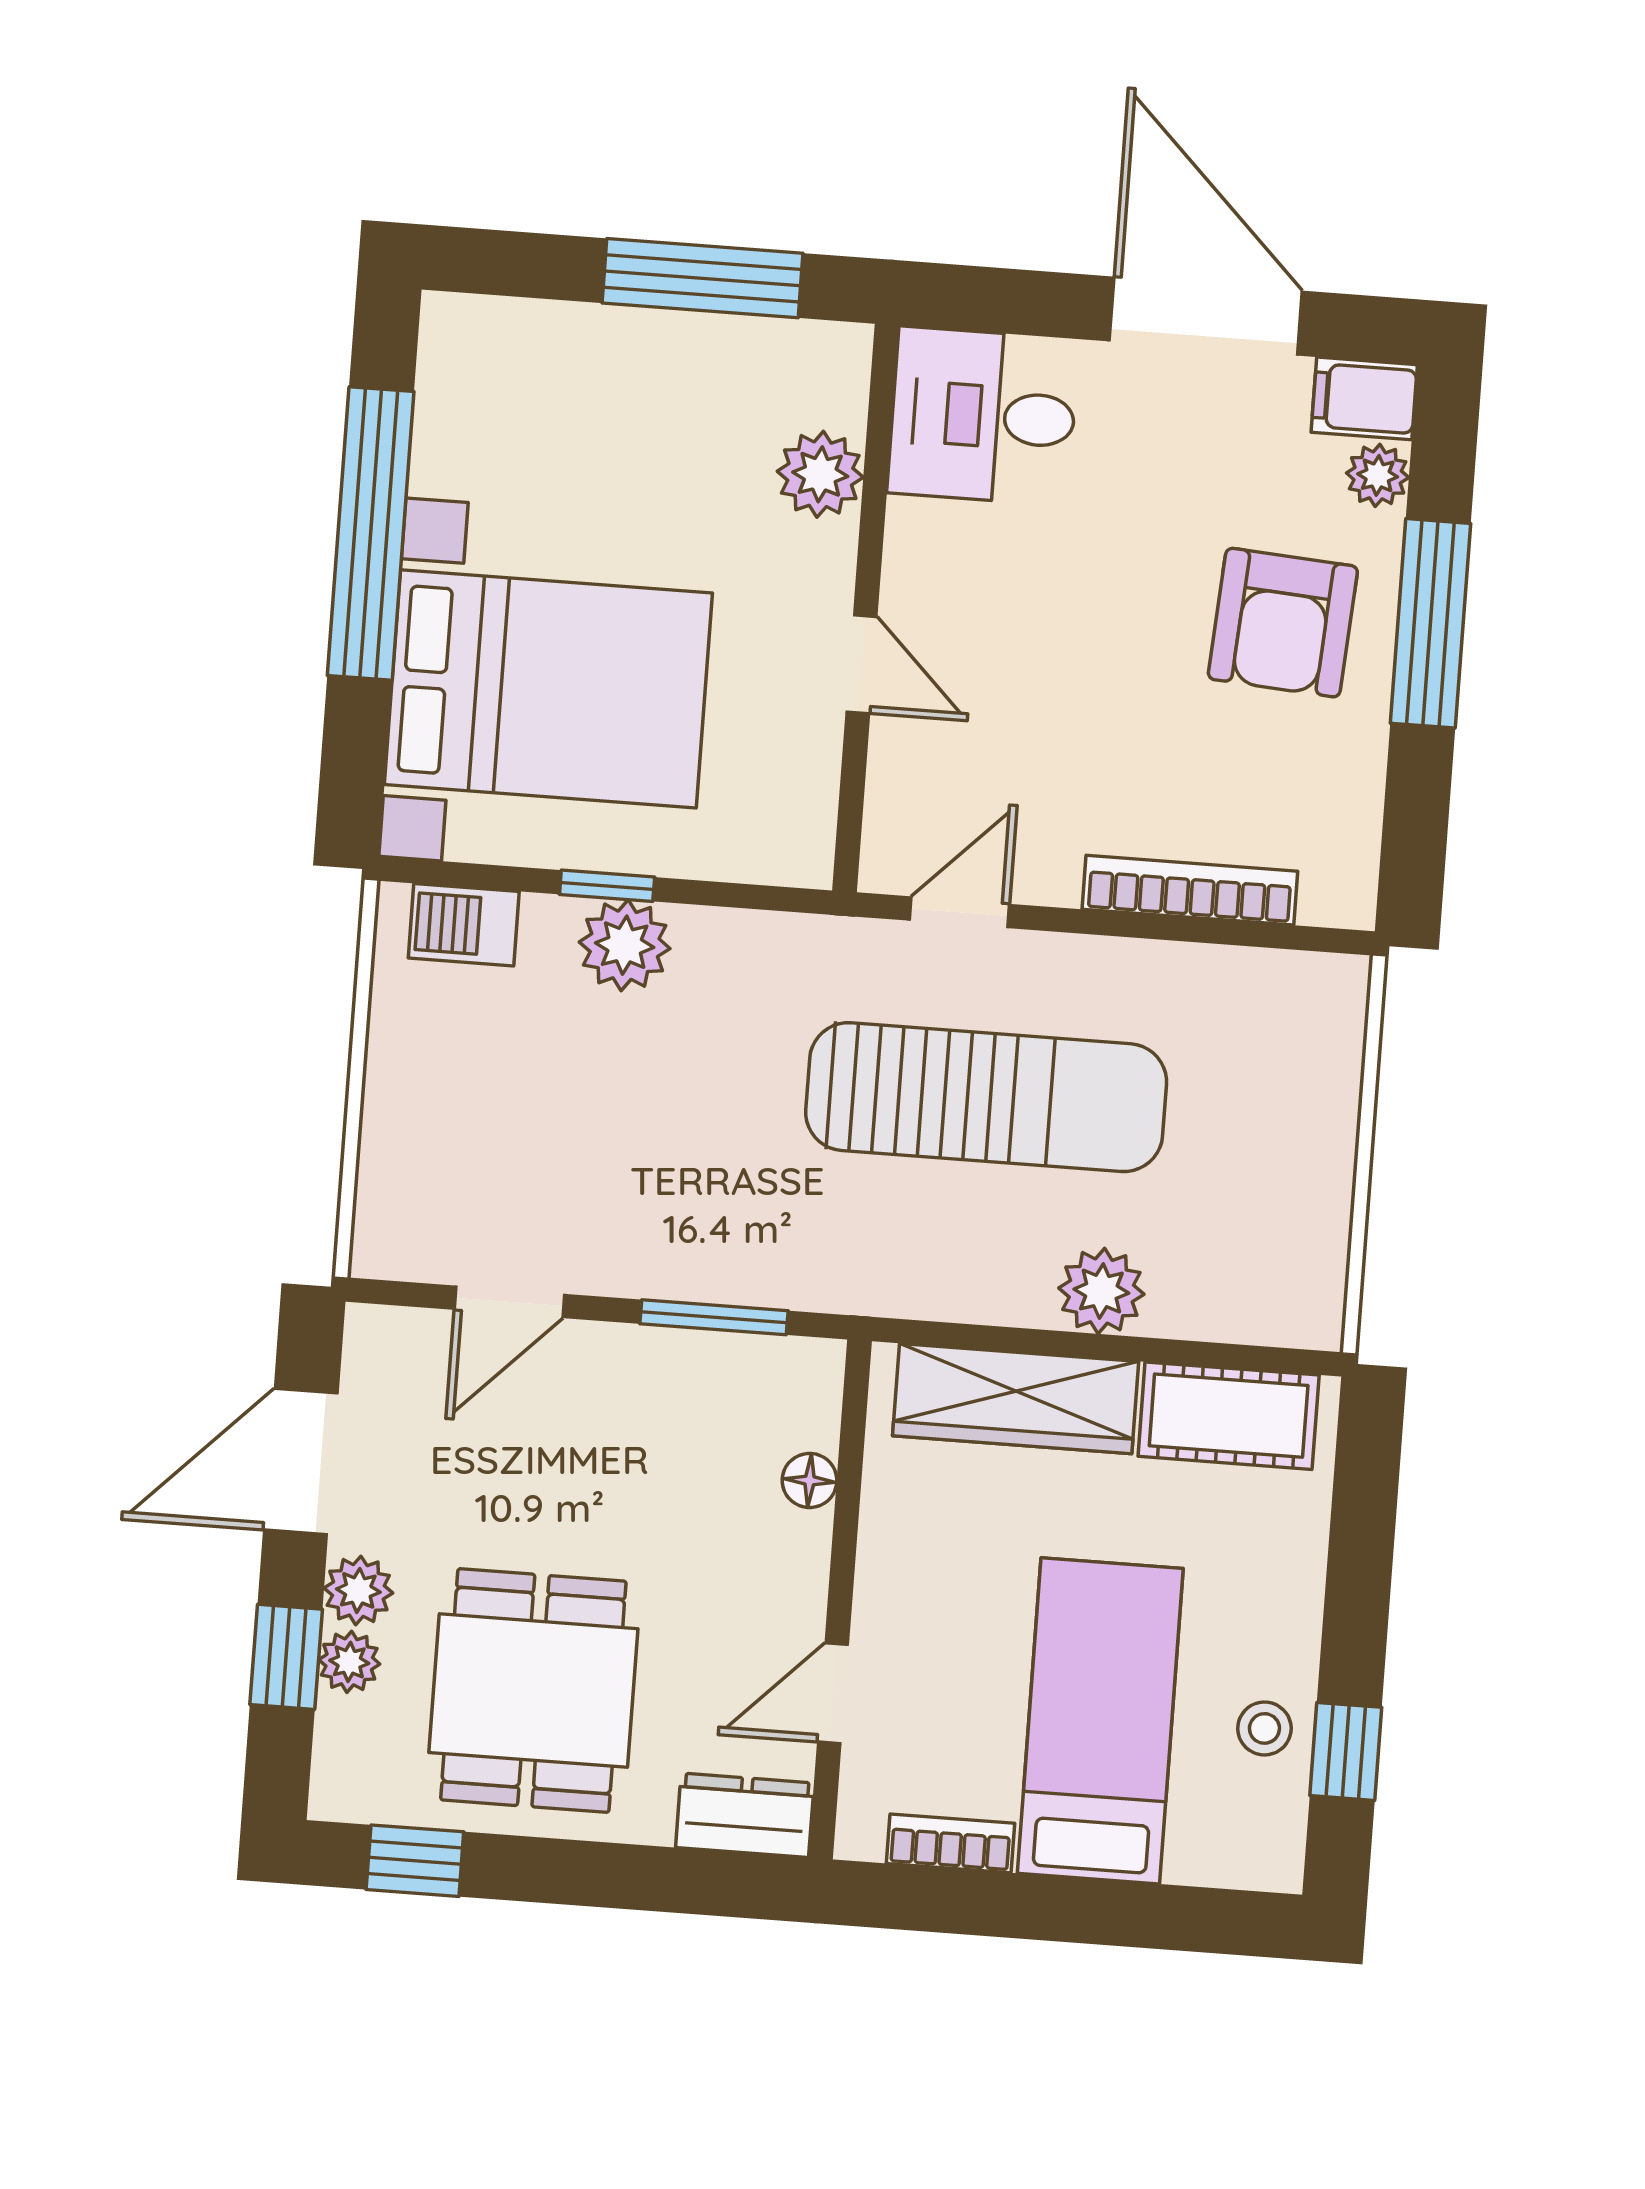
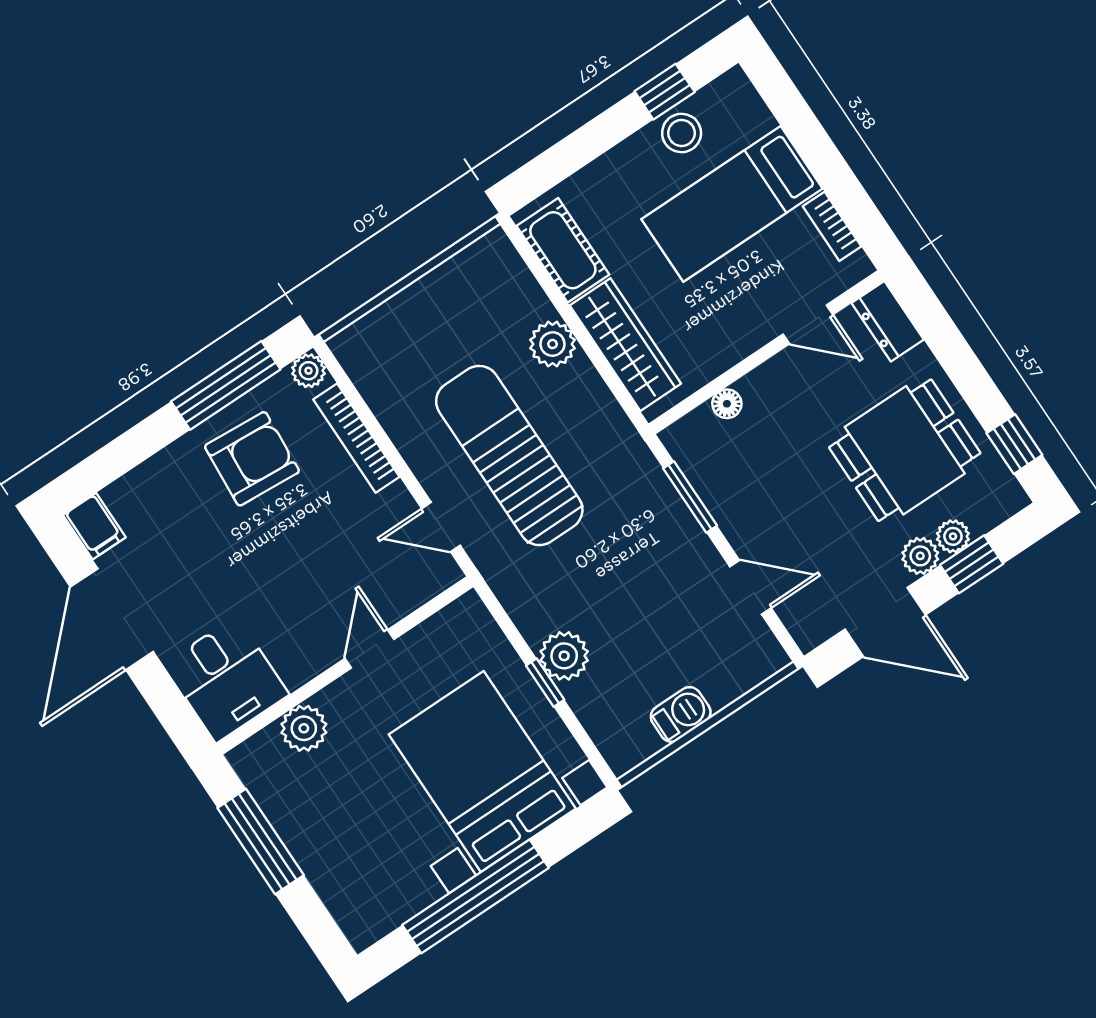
plant: (1378, 475) -> (309, 371), moved
armchair: (1283, 623) -> (252, 459), moved
window: (1431, 623) -> (226, 385), moved
barbecue: (464, 925) -> (681, 714), moved, turned -90
stool: (1264, 1728) -> (682, 133), width x1.37, depth x1.37

